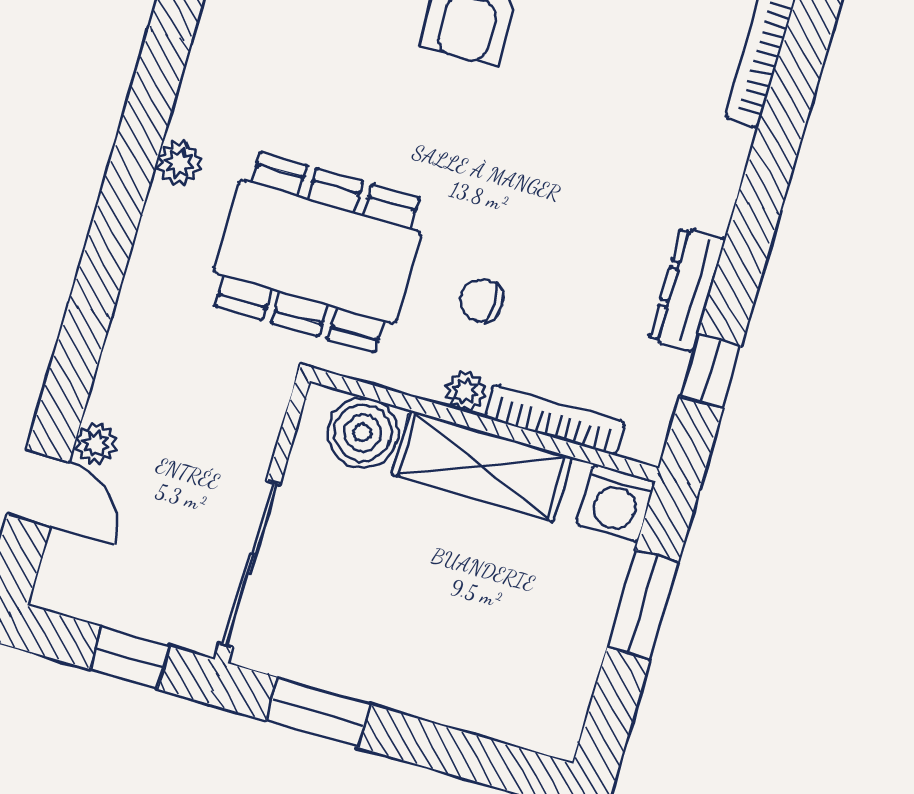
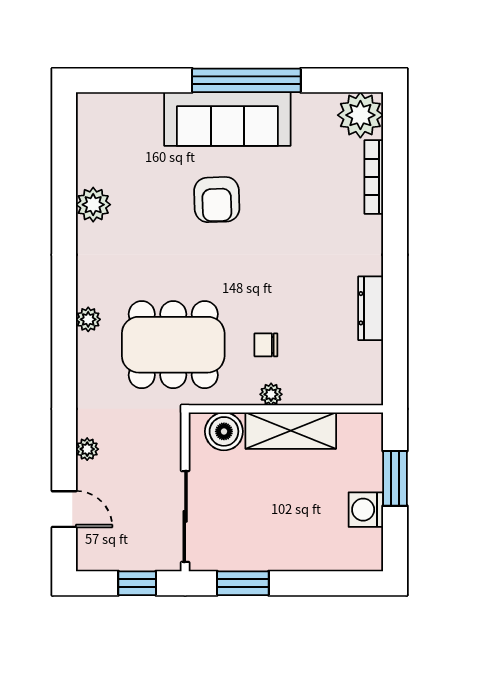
window: (711, 371) -> (395, 347), removed
bookcase: (555, 420) -> (322, 396), removed
plant: (96, 444) -> (87, 449), moved
washing machine: (616, 503) -> (366, 510), moved, turned 90

